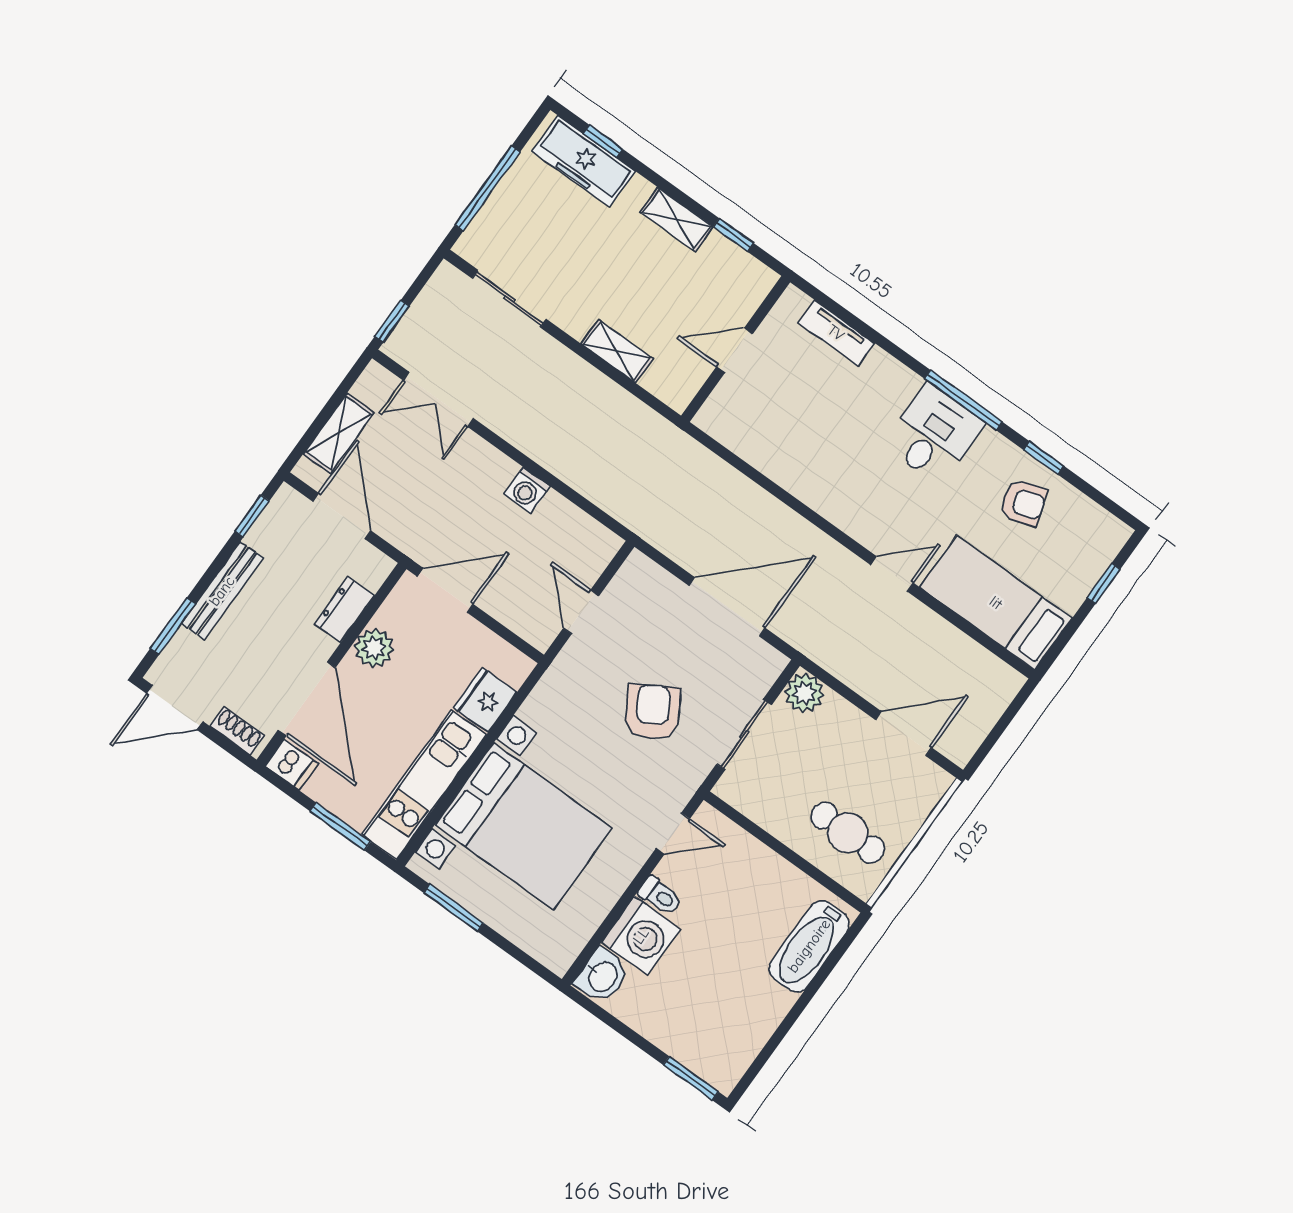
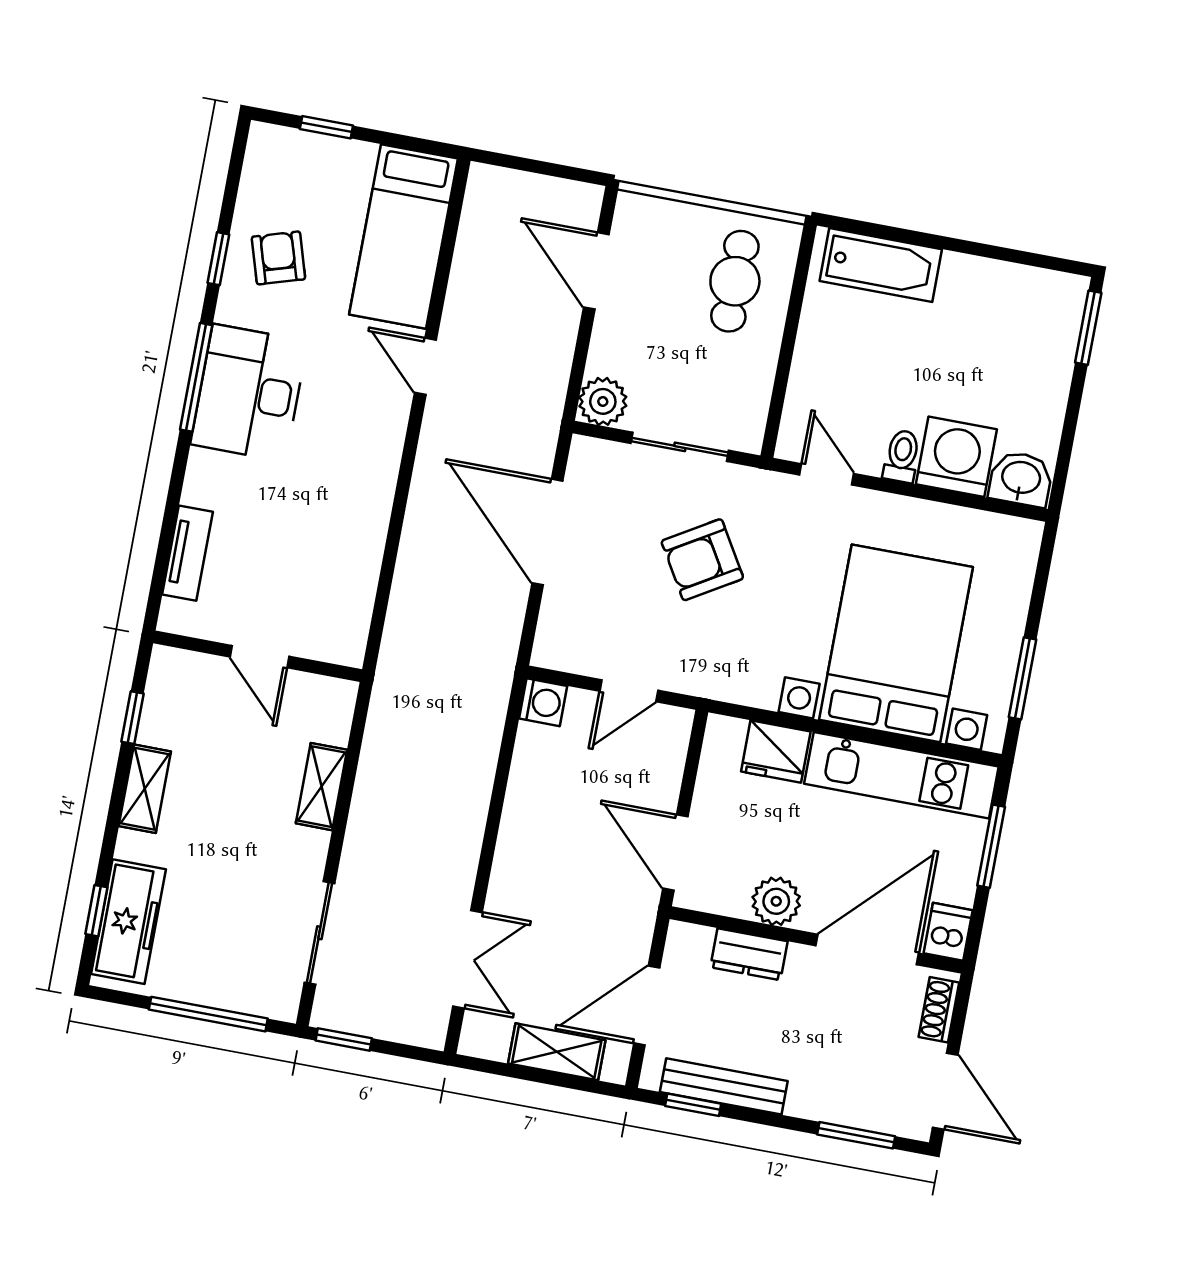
window: (392, 321) -> (344, 1039), moved
desk: (934, 434) -> (249, 393), width x1.37
washing machine: (527, 490) -> (543, 702), moved
bench: (222, 591) -> (724, 1086), moved

